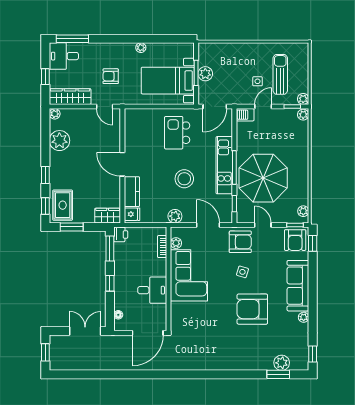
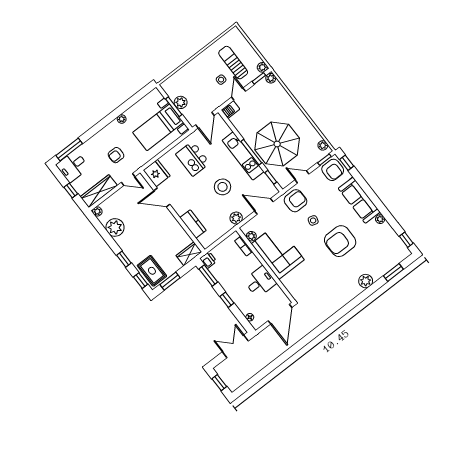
door: (122, 164) -> (162, 198), moved
fridge: (132, 214) -> (157, 173), moved, width x1.88, depth x1.34
plant: (282, 363) -> (366, 281), moved

